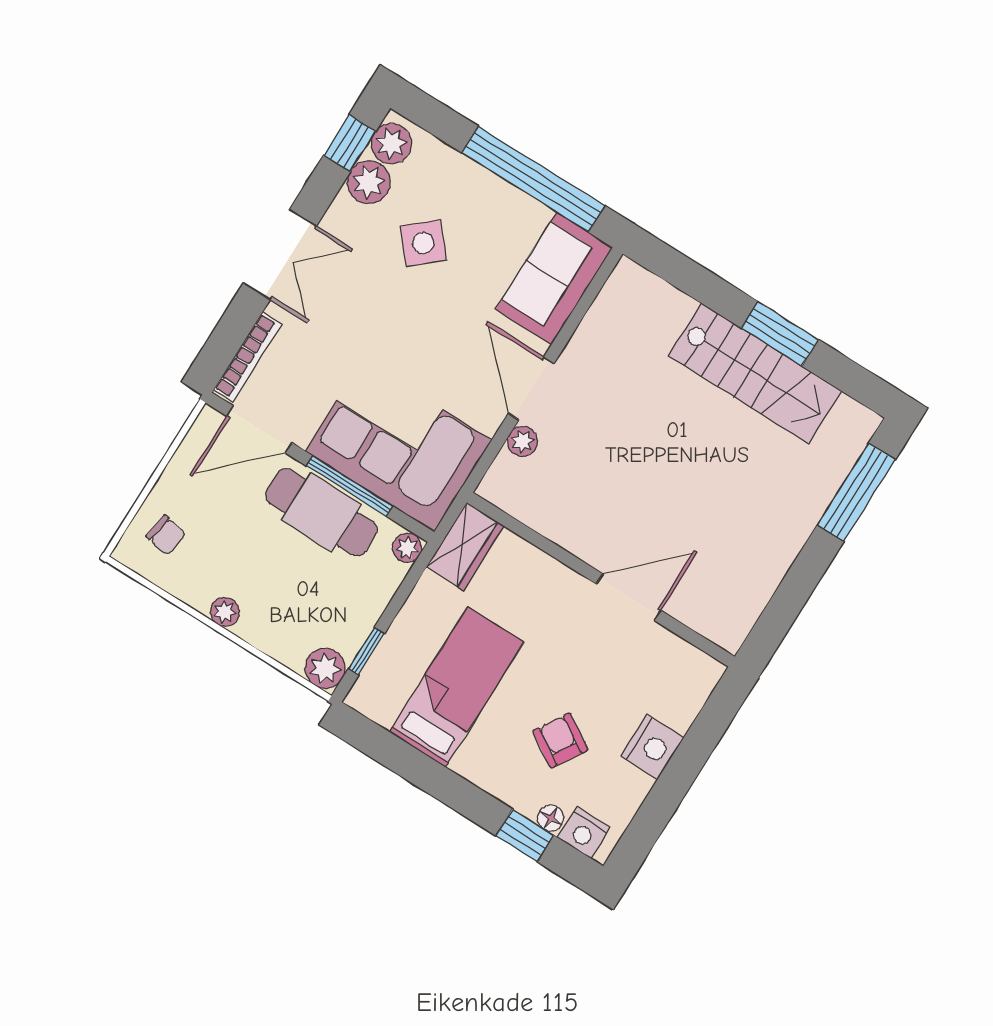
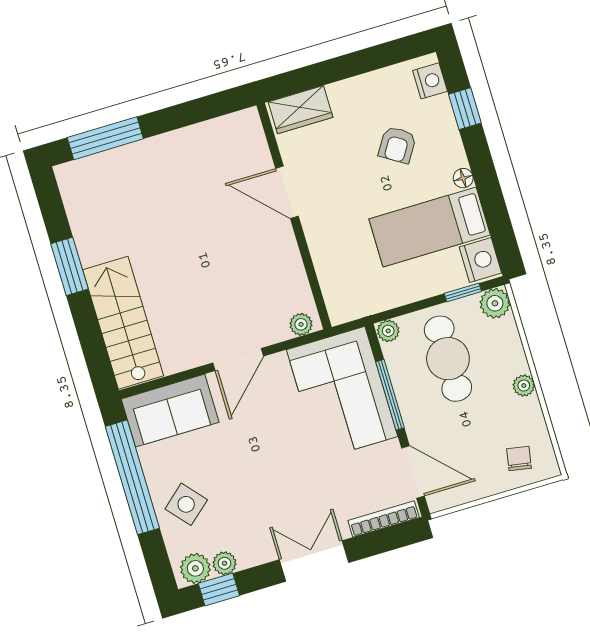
plant: (369, 182) -> (224, 563), width x0.73, depth x0.73
side table: (423, 243) -> (186, 504), moved
stairs: (755, 373) -> (123, 323), moved
plant: (522, 441) -> (301, 324), moved
cafe table: (321, 512) -> (448, 359), moved
wardrobe: (465, 546) -> (300, 110), moved, turned 180
nightstand: (652, 747) -> (480, 260), moved, turned 90
floor lamp: (551, 818) -> (463, 178), moved

